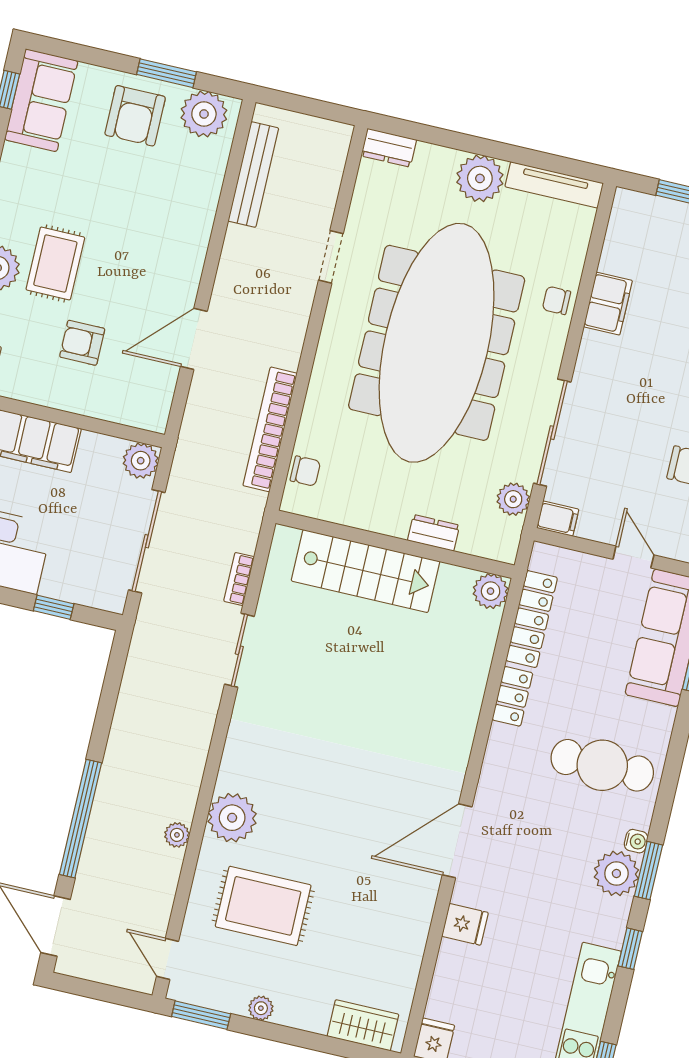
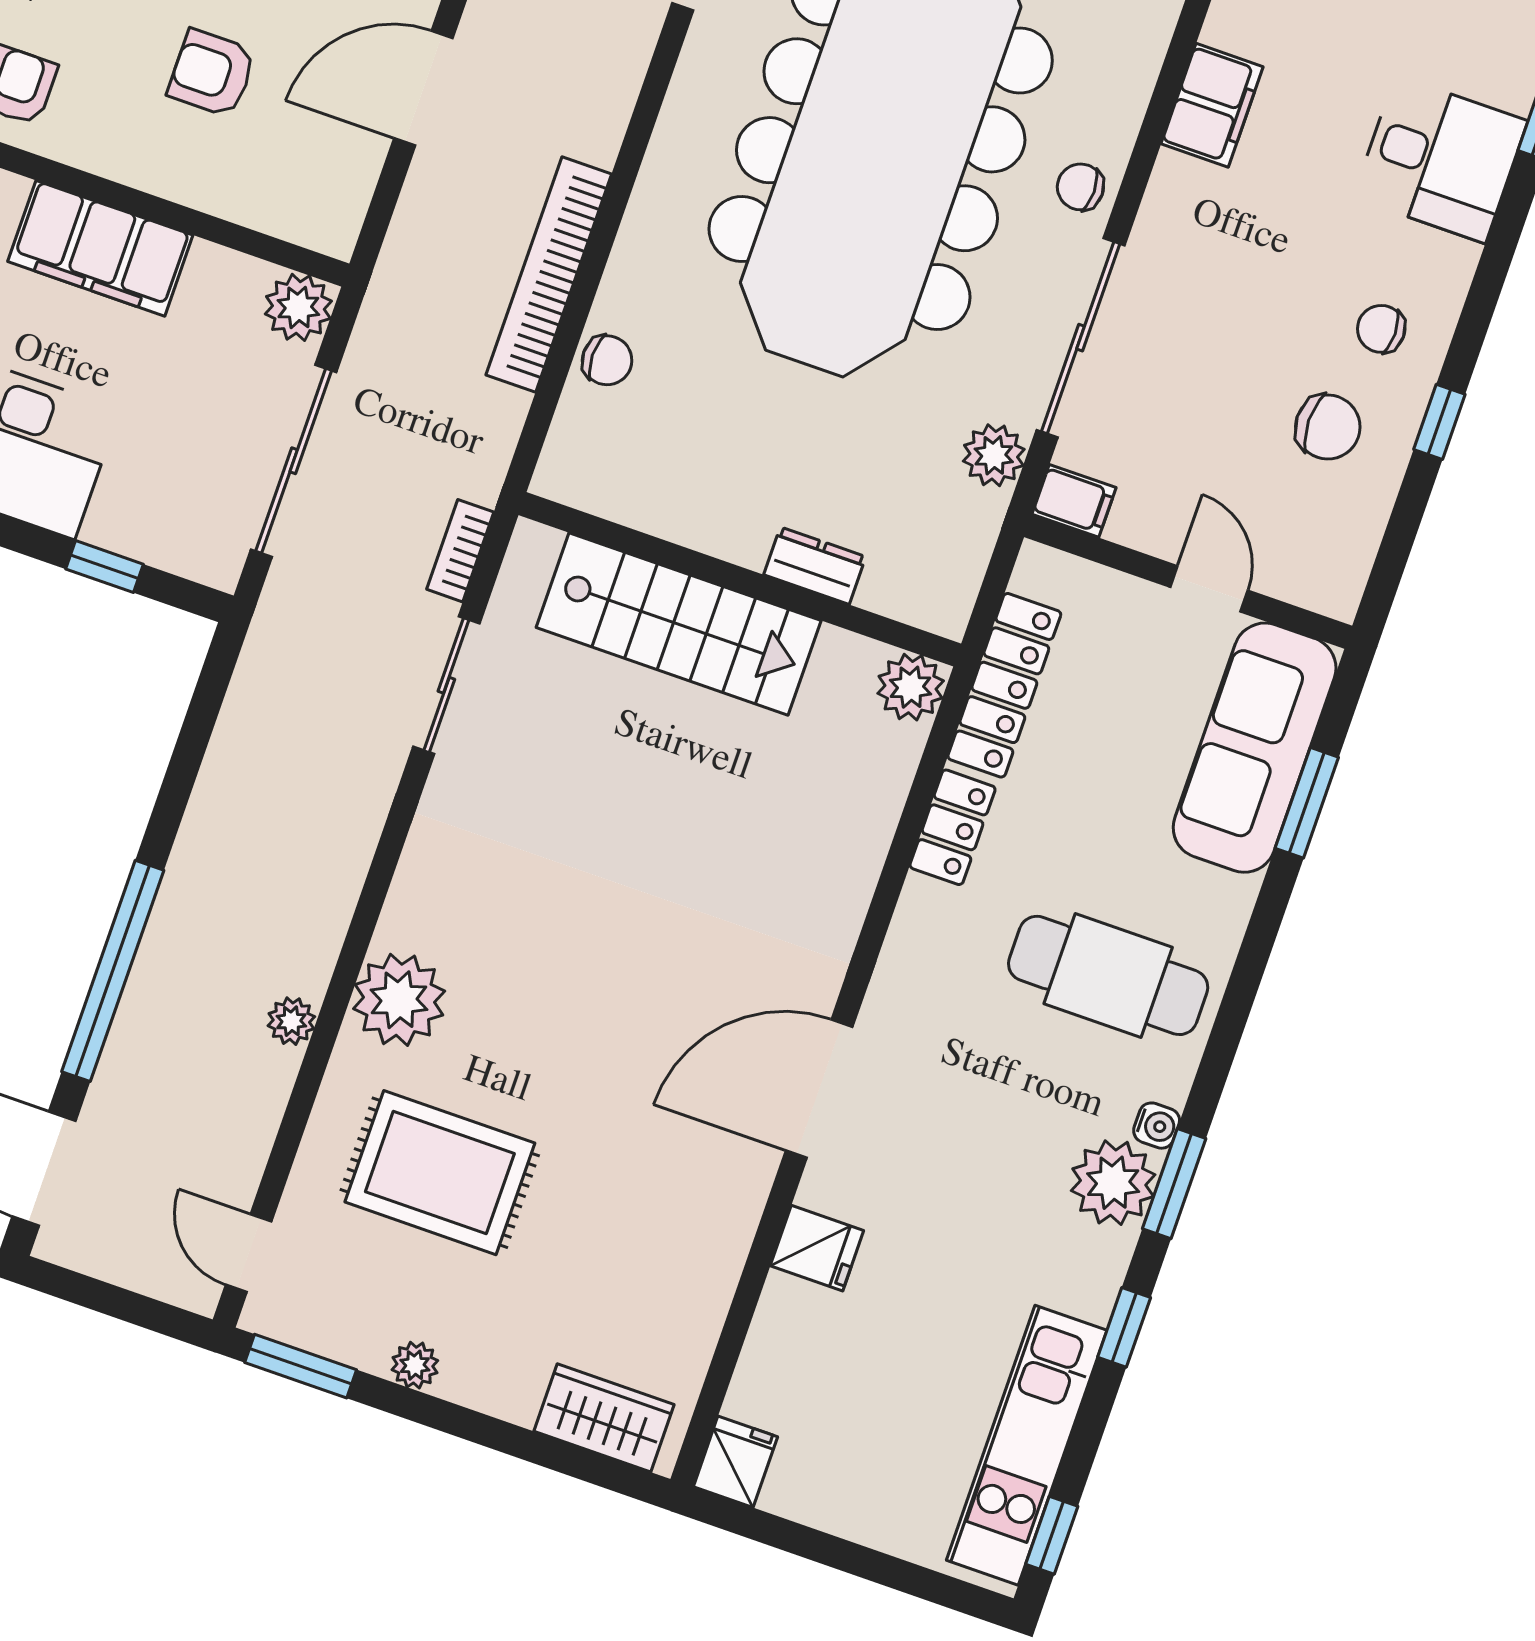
chair: (556, 300) -> (1080, 187), moved
dresser: (434, 533) -> (815, 566), moved
wall: (395, 544) -> (740, 579), moved
stairs: (365, 571) -> (679, 624), moved
plant: (491, 591) -> (911, 687), moved

